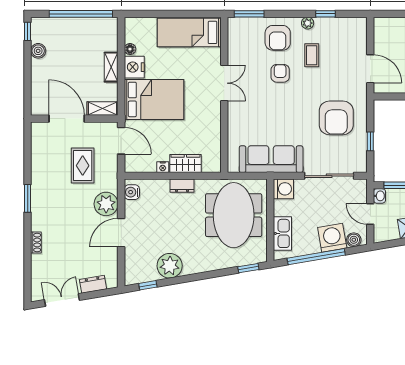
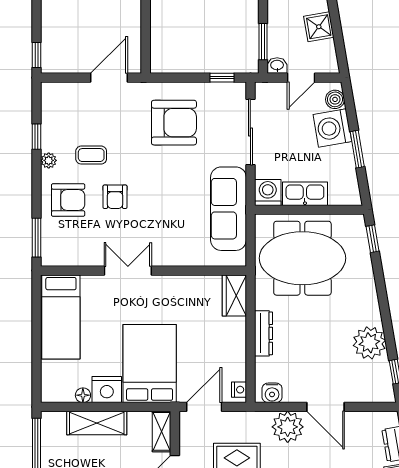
window: (387, 14) -> (36, 55), added
shelving: (111, 67) -> (97, 423), width x1.50, depth x1.33
armchair: (280, 73) -> (115, 197), turned -90
window: (370, 141) -> (222, 78), moved
wardrobe: (185, 164) -> (234, 295), moved
nightstand: (163, 167) -> (239, 390), moved
dresser: (182, 186) -> (264, 333), width x1.44
kitchen sink: (282, 233) -> (305, 194), moved
window: (316, 257) -> (357, 149), width x0.47

